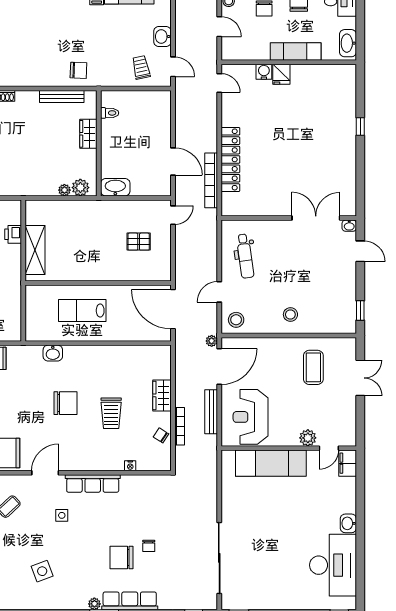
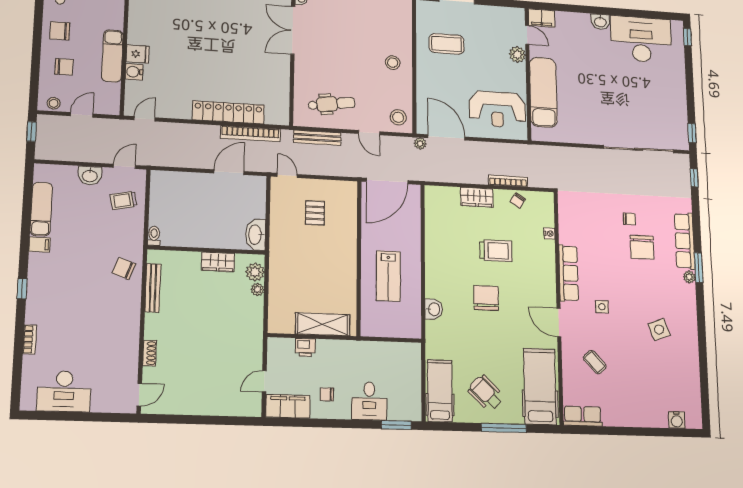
exam couch: (296, 51) -> (112, 56), moved
chair: (78, 70) -> (124, 268), turned -72
toilet: (110, 113) -> (154, 236), moved
wardrobe: (88, 134) -> (218, 262), moved
bench: (211, 412) -> (317, 138), moved

